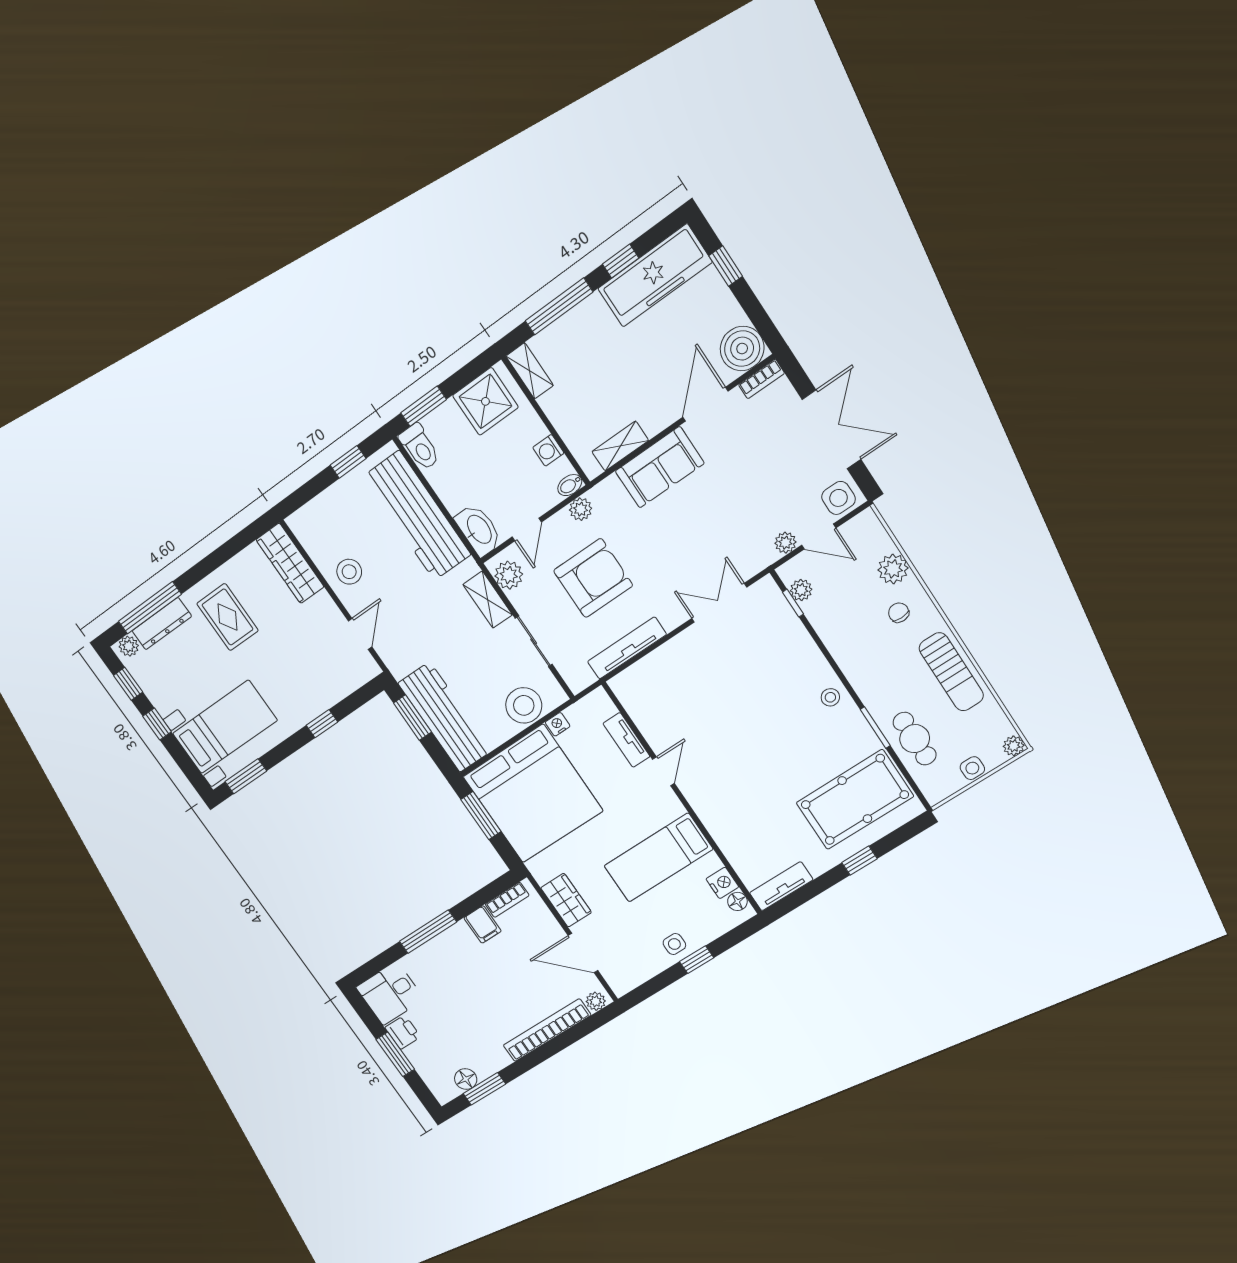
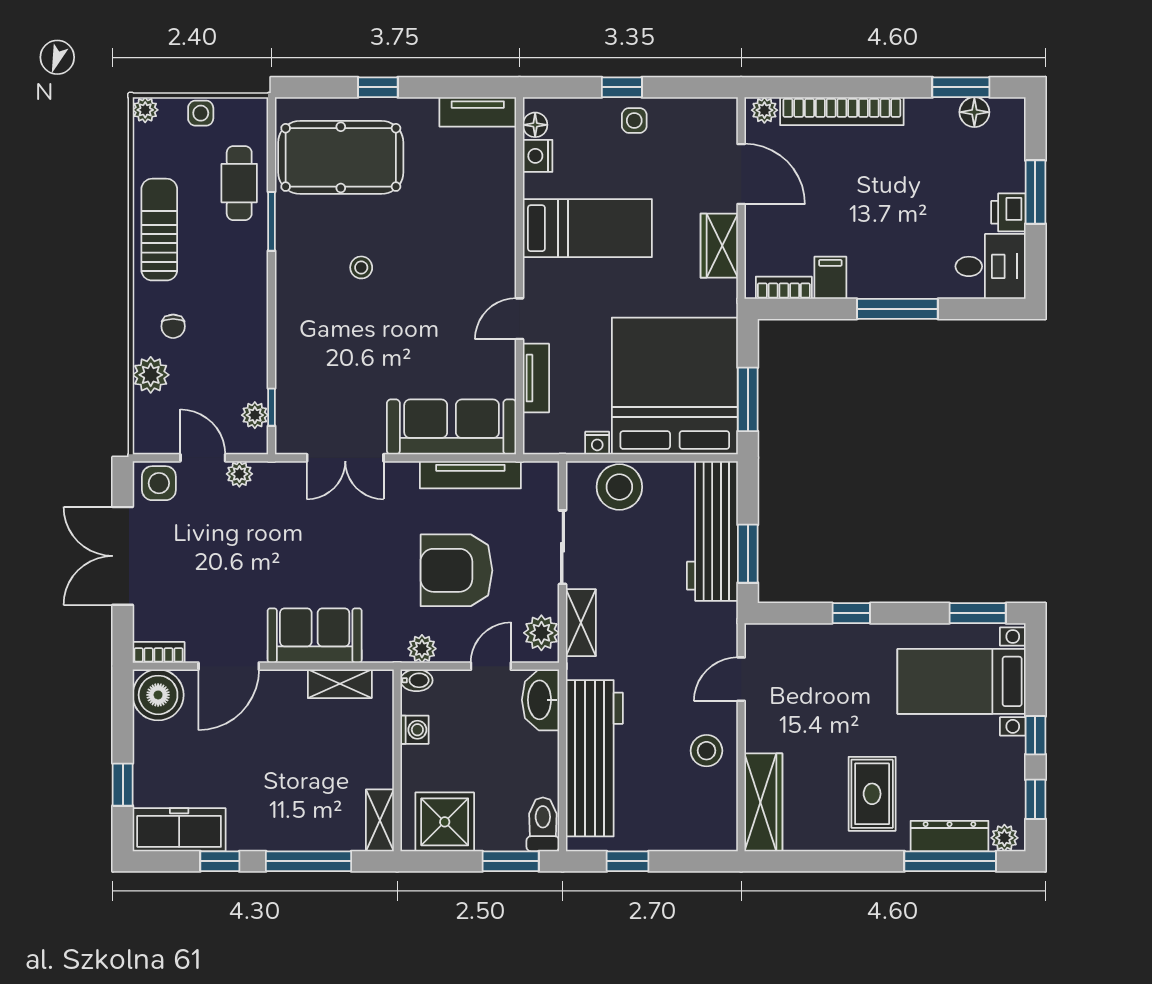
freezer: (655, 275) -> (179, 830), width x0.73, depth x0.79
sofa: (661, 671) -> (452, 427), added
stool: (830, 697) -> (361, 267), moved

